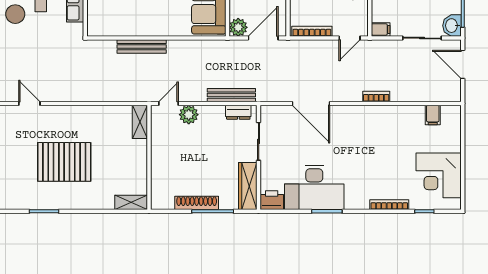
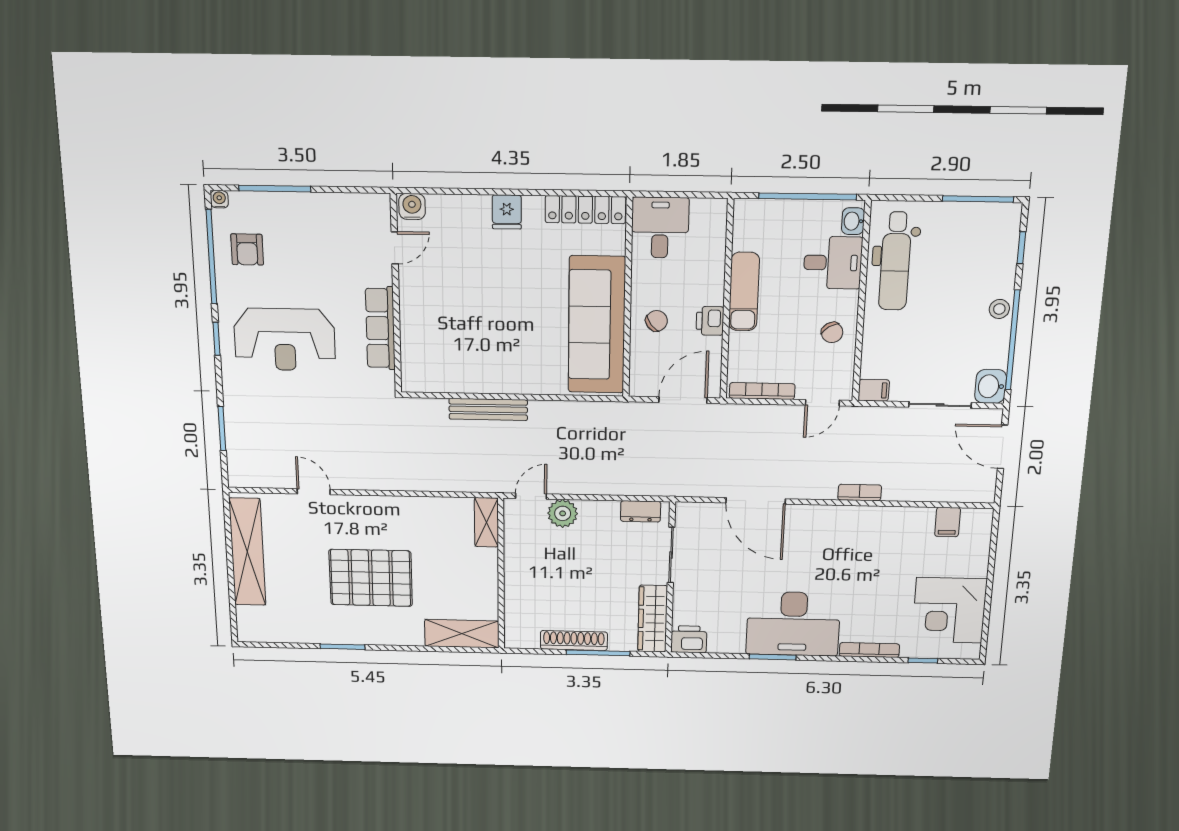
plant: (238, 27) -> (643, 383), removed
bench: (231, 95) -> (630, 486), removed
desk: (314, 187) -> (793, 624), moved
shelving: (131, 202) -> (462, 634), width x1.50, depth x1.33

